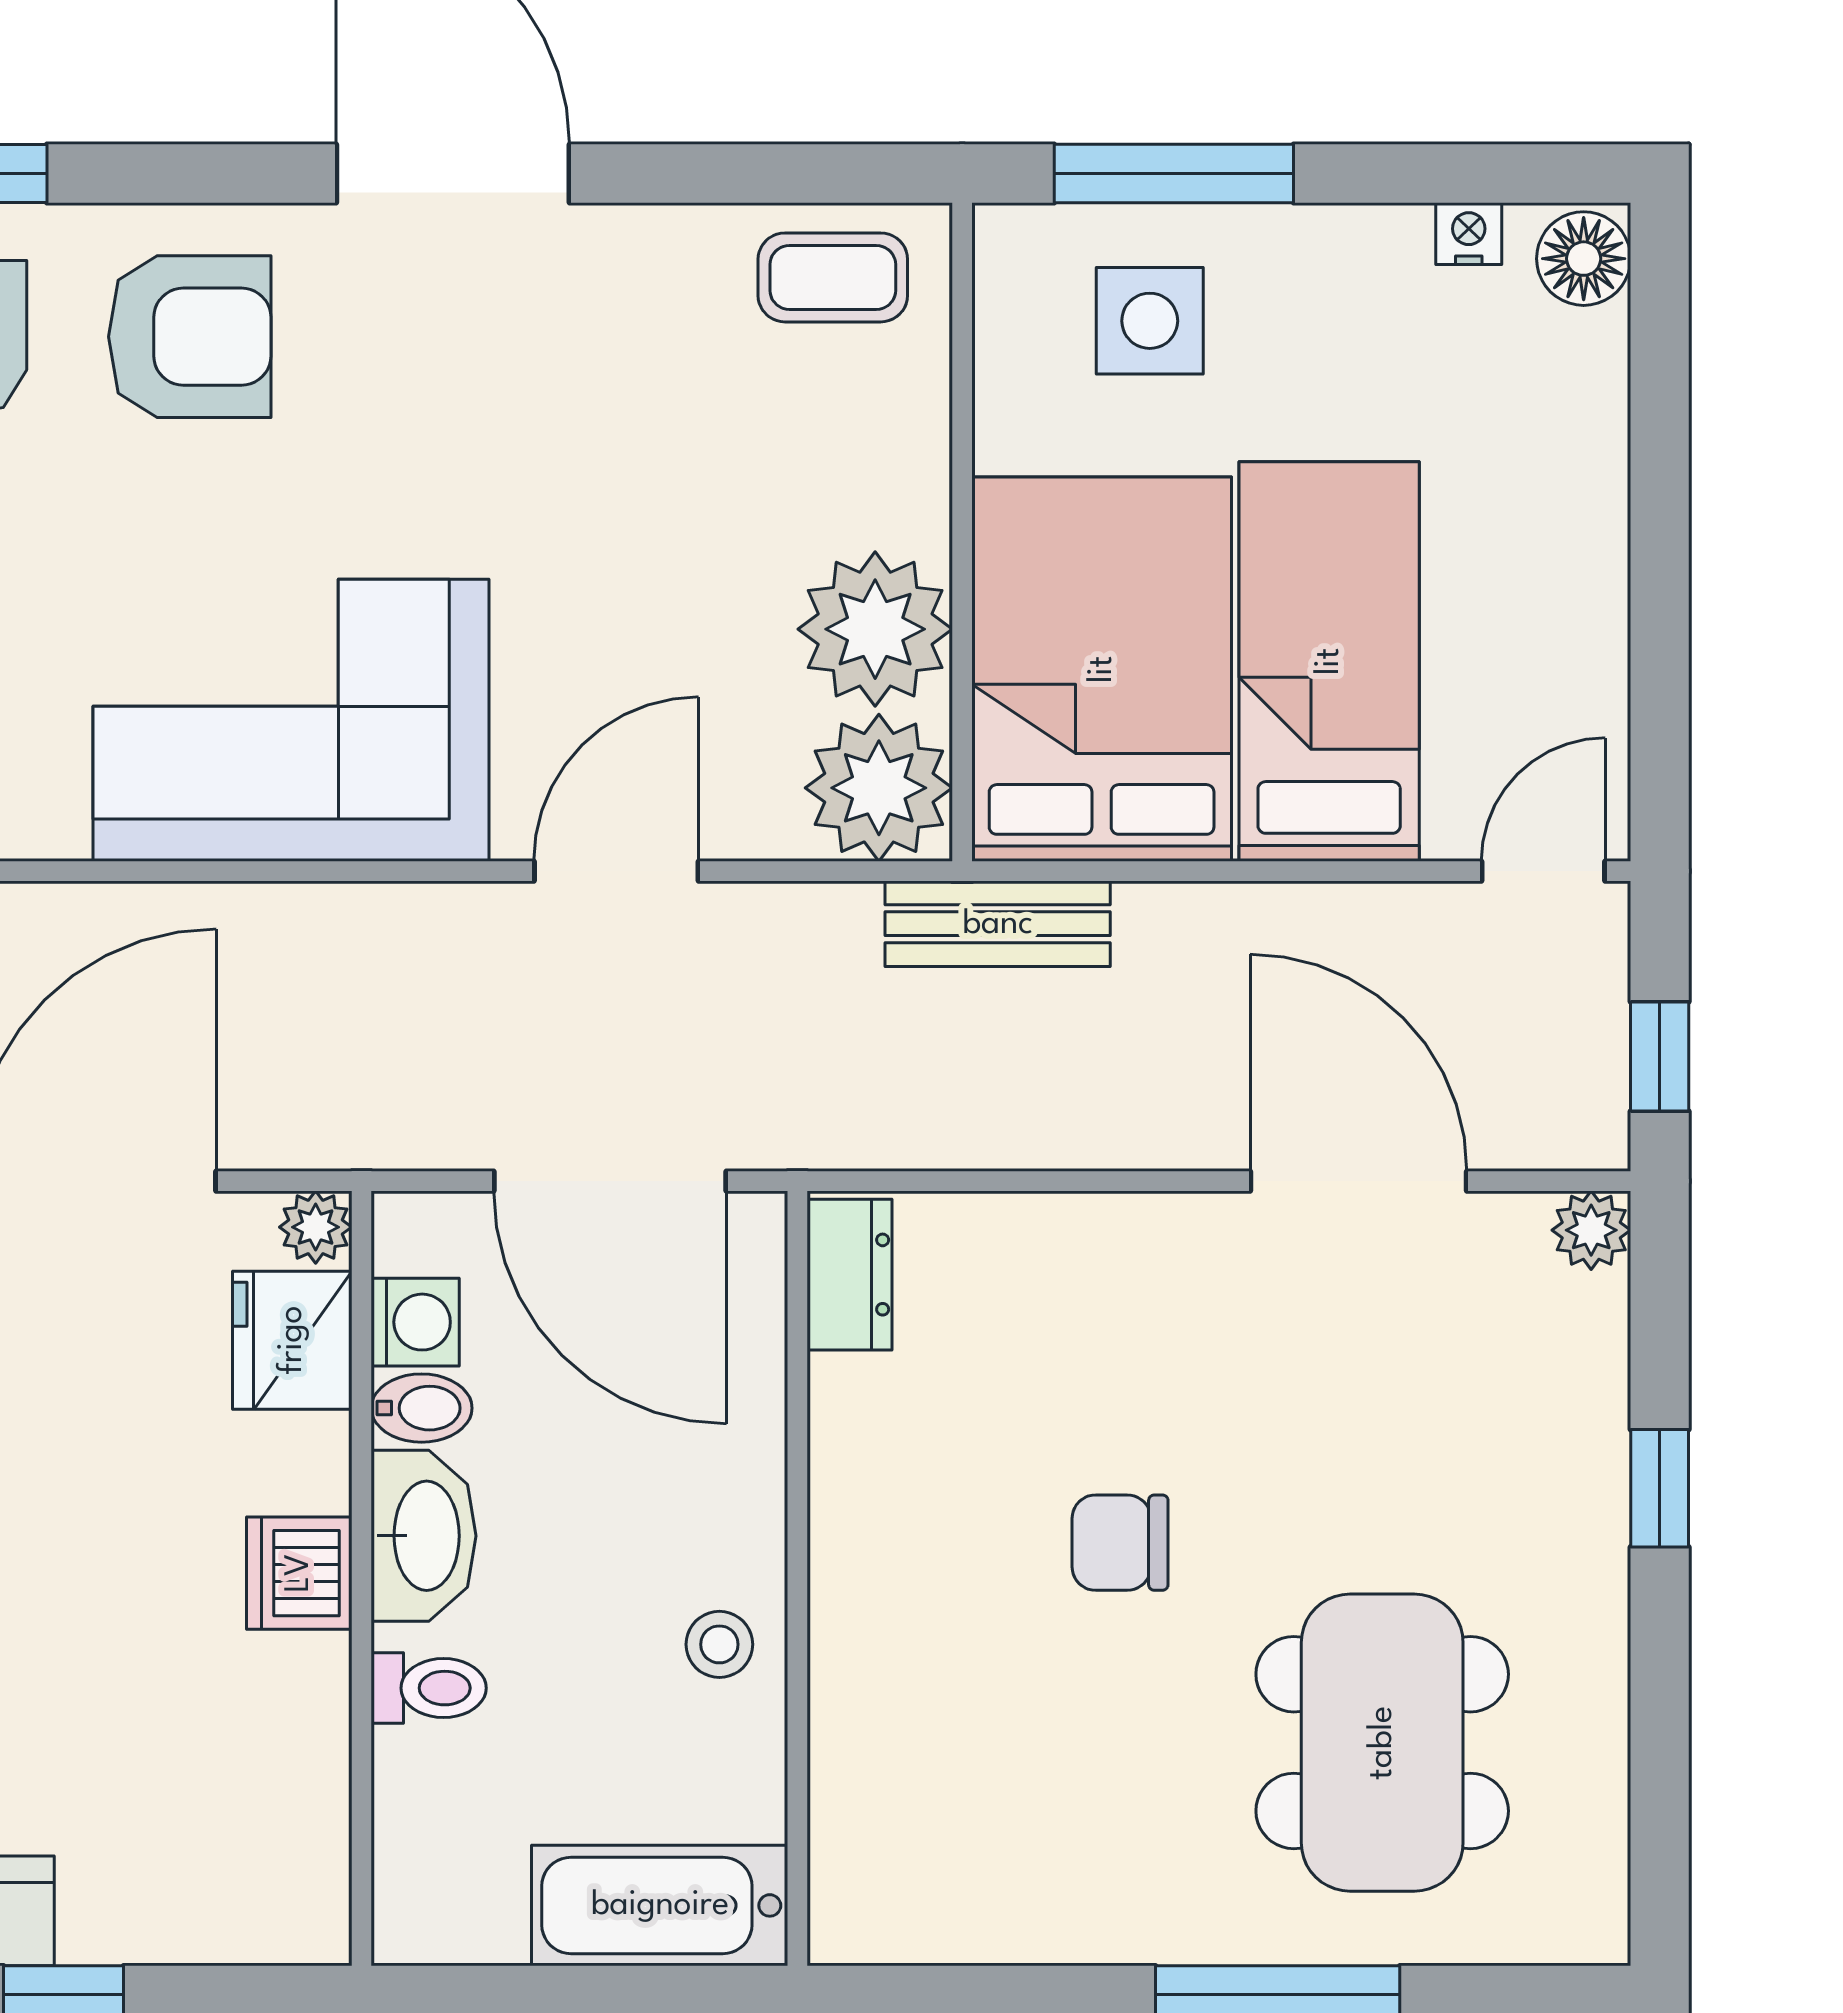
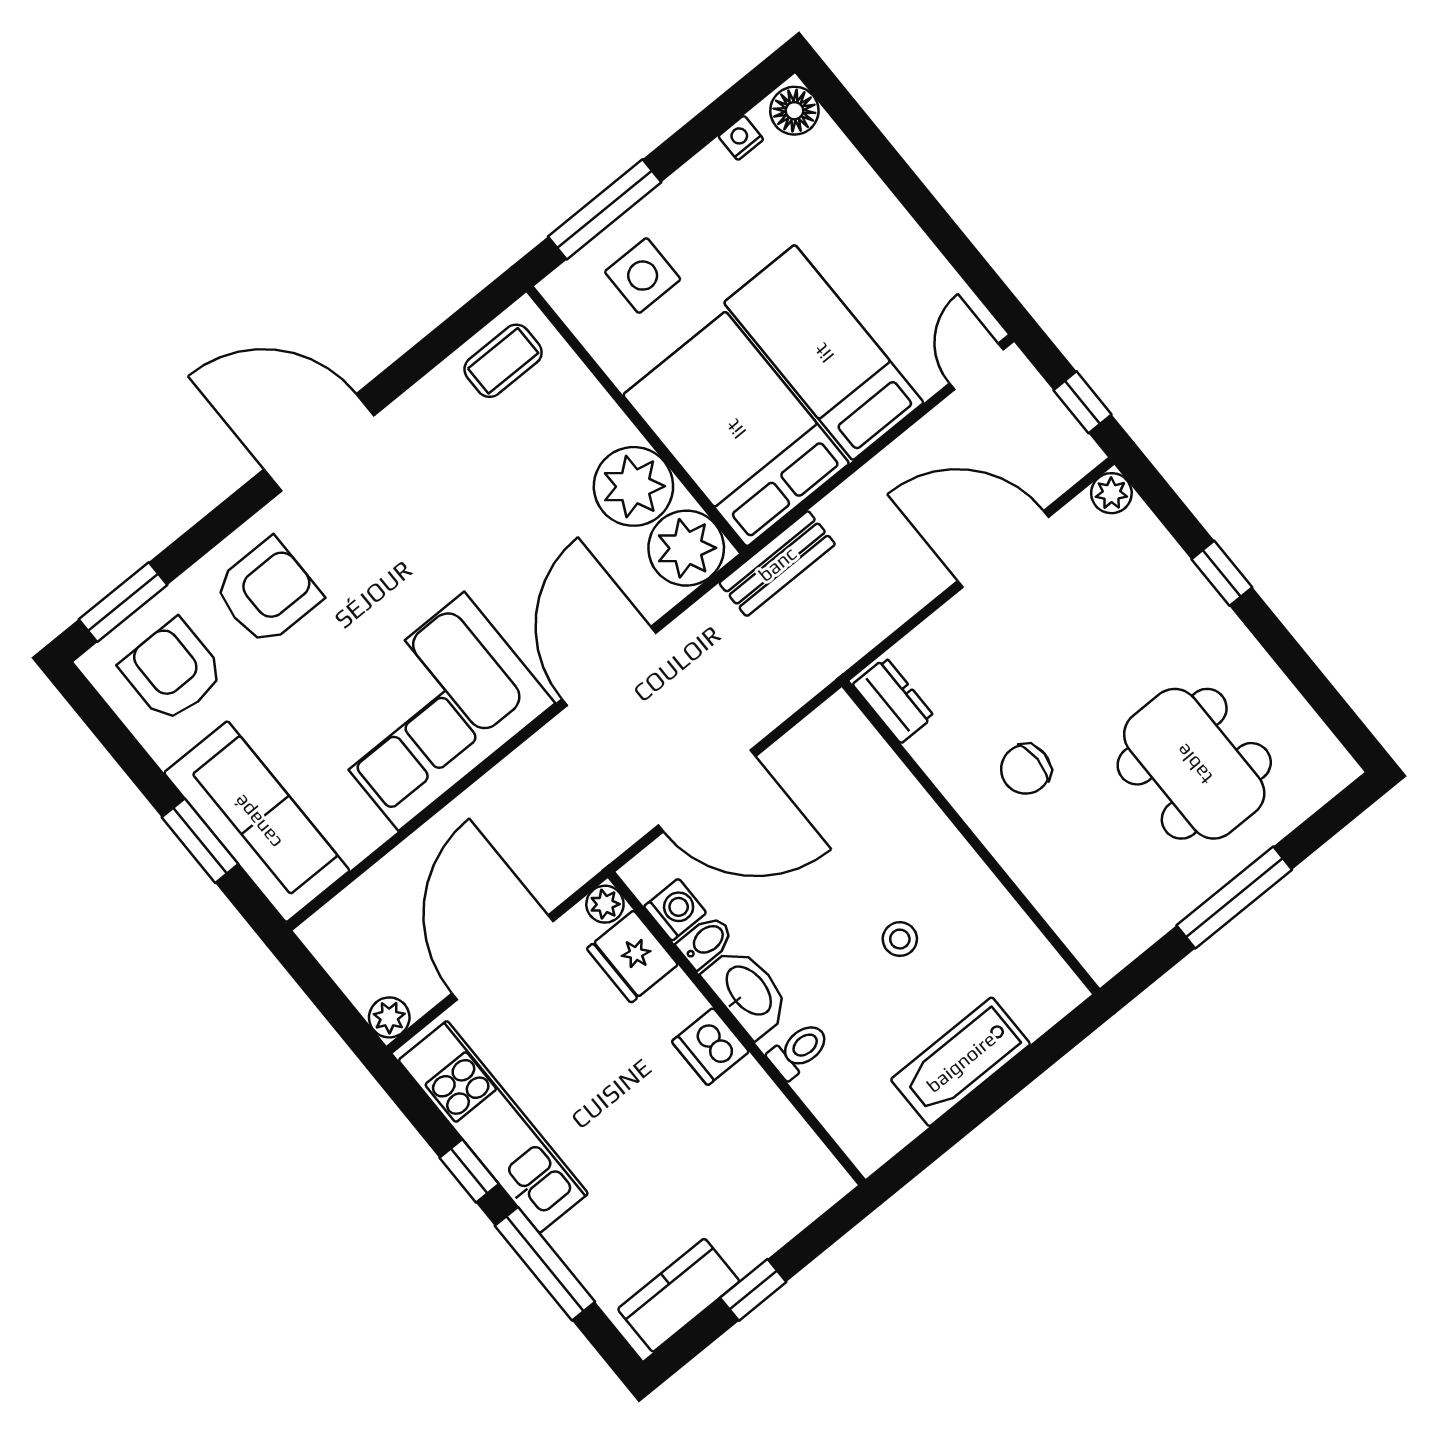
door: (616, 871) -> (609, 666), width x1.36
dresser: (850, 1275) -> (893, 700), moved
wall: (797, 1578) -> (971, 838), moved

